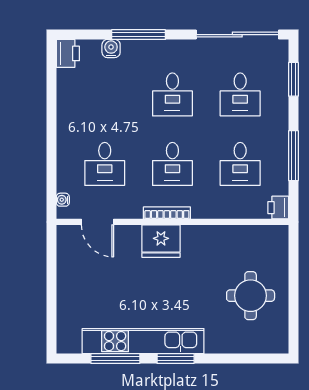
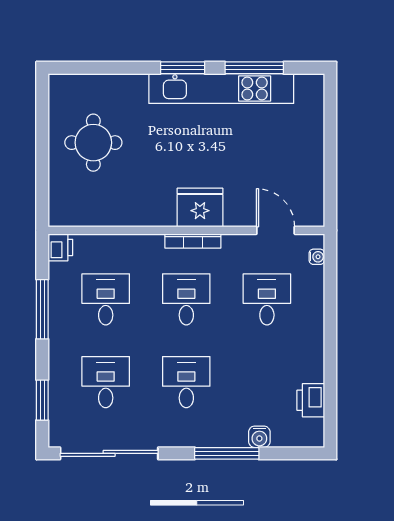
printer: (68, 53) -> (311, 400), moved

